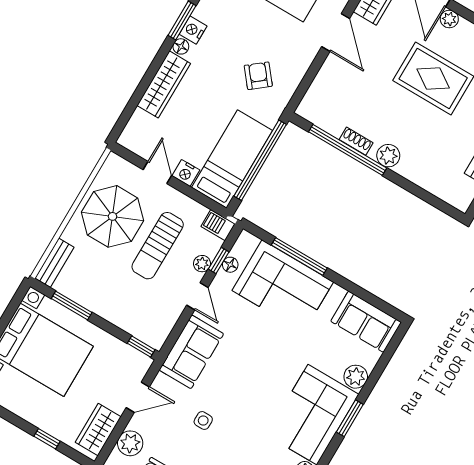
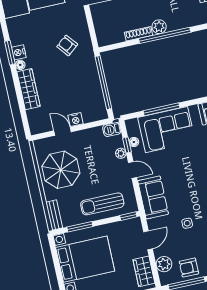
shoe rack: (356, 141) -> (139, 34), width x1.43
window: (348, 150) -> (165, 35), moved
bed: (232, 159) -> (90, 94), removed
sun lounger: (158, 246) -> (102, 204), moved, turned 90

